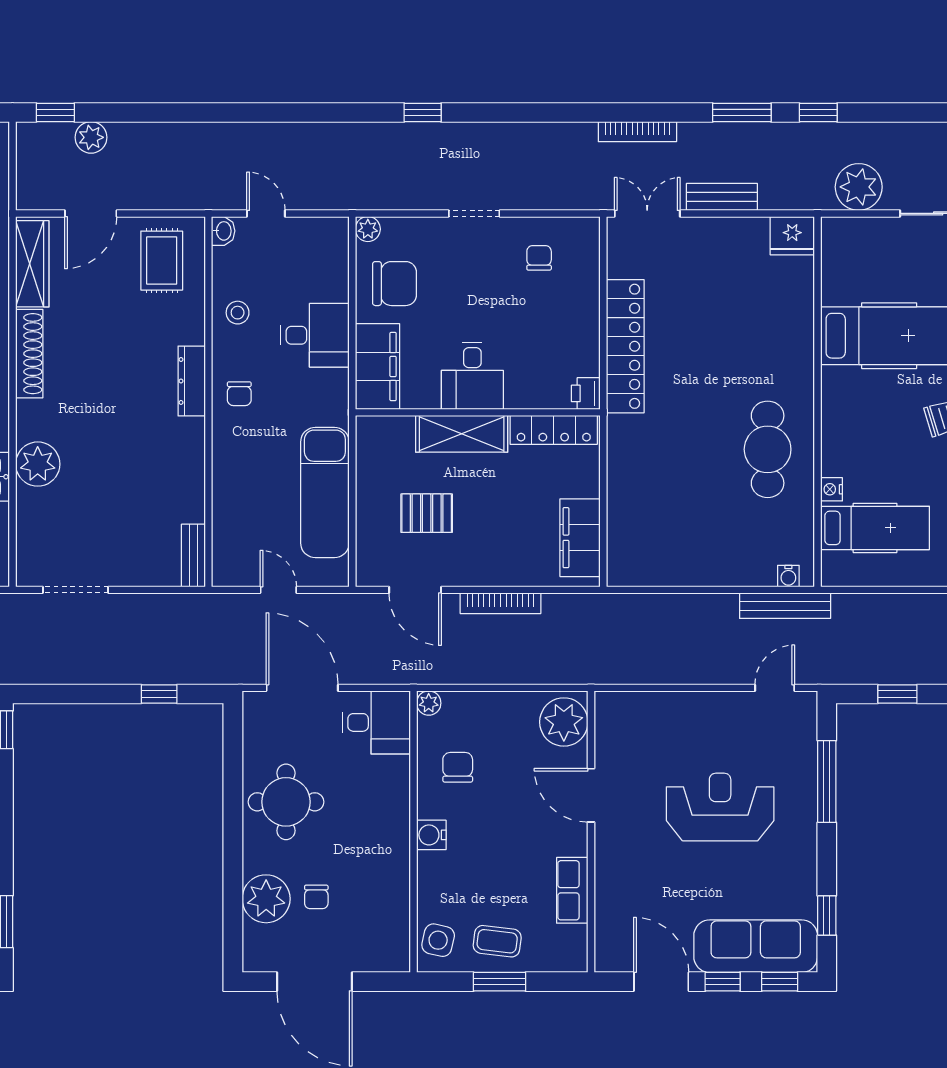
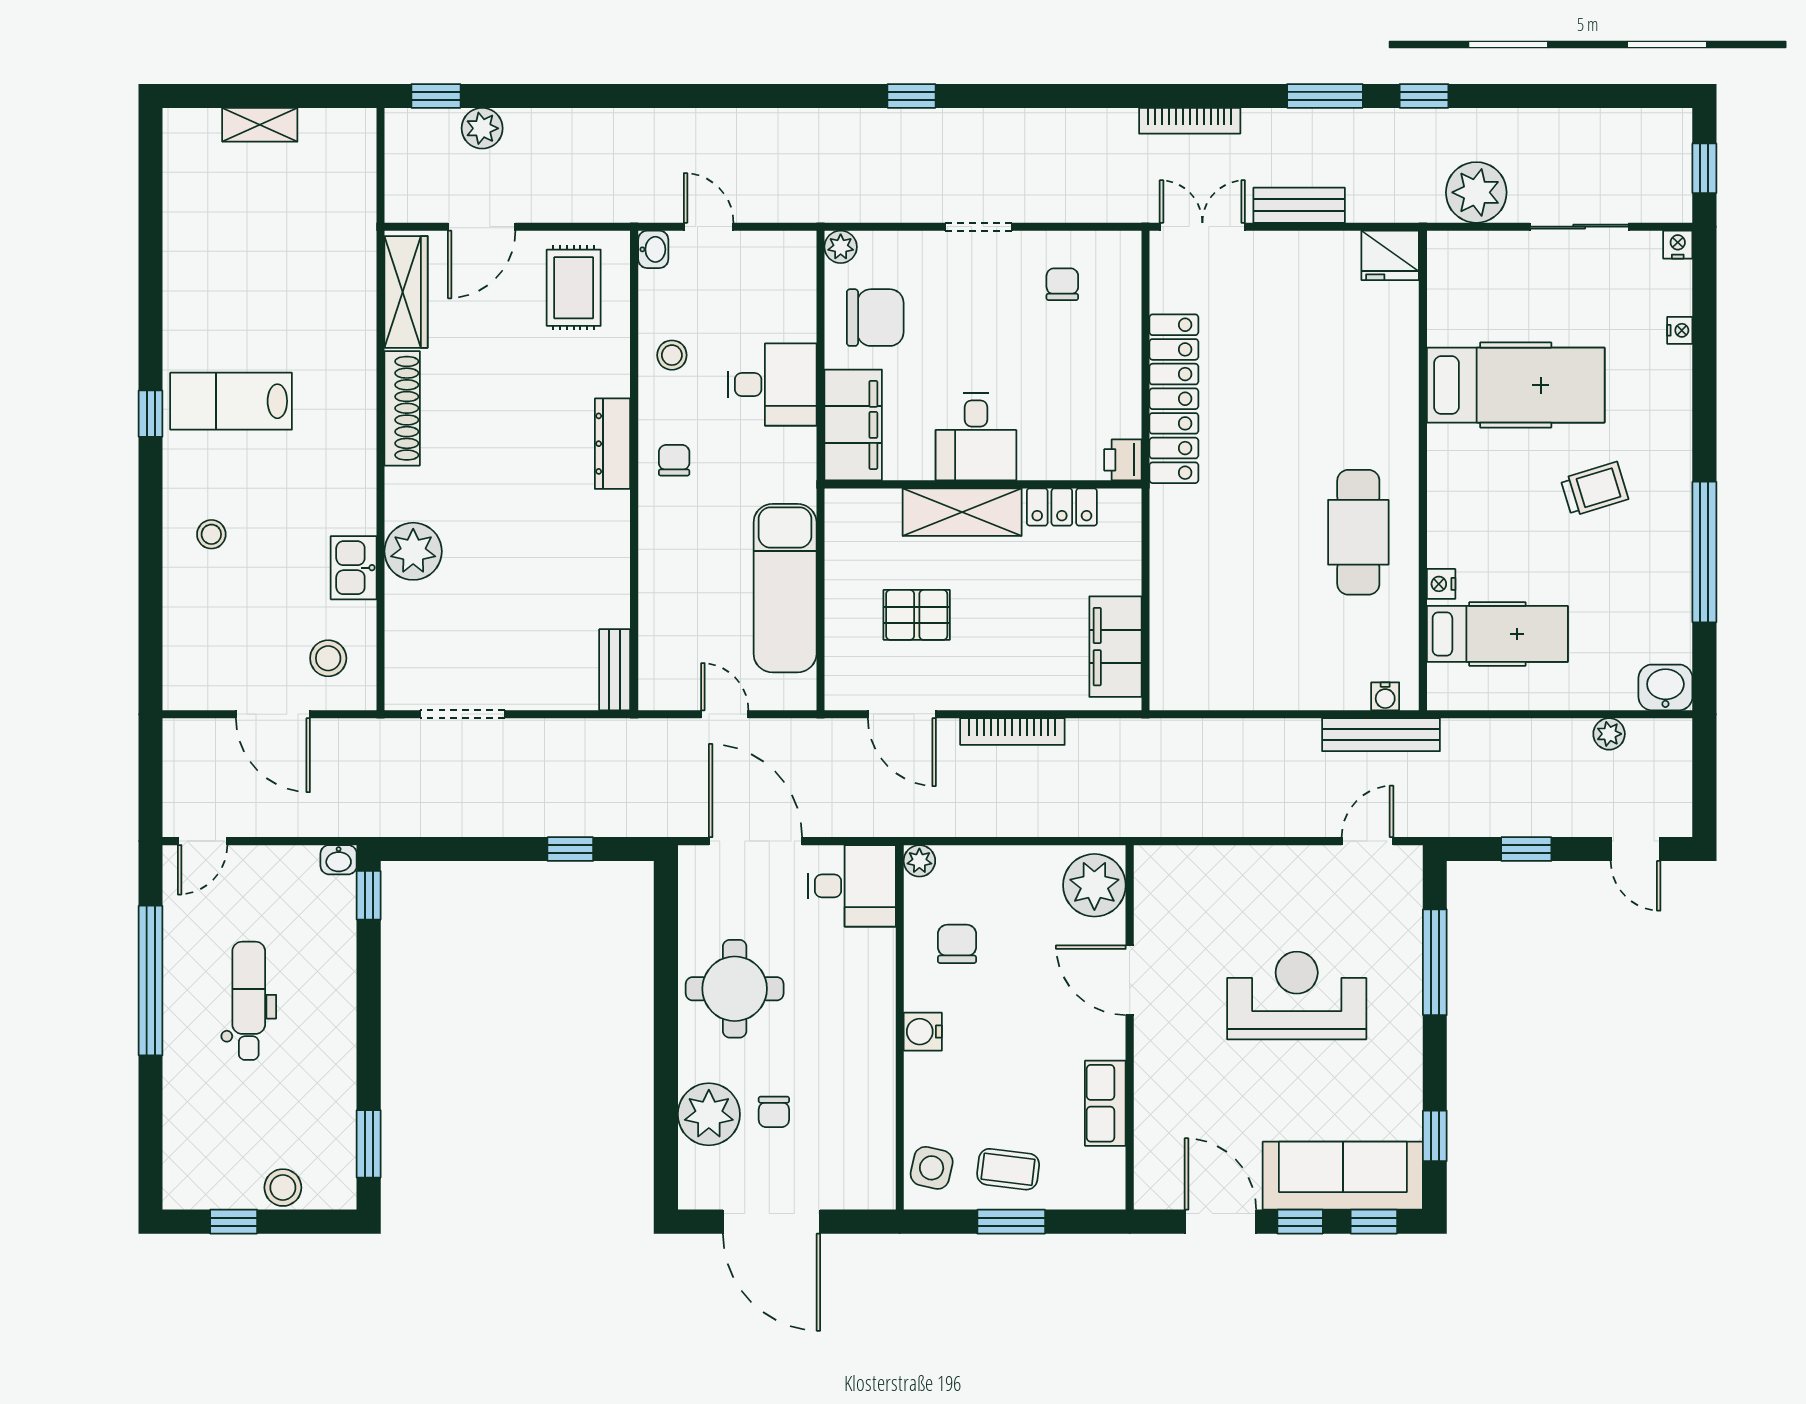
chair: (239, 394) -> (674, 460), turned 180
locker: (554, 430) -> (1062, 507), width x0.66

